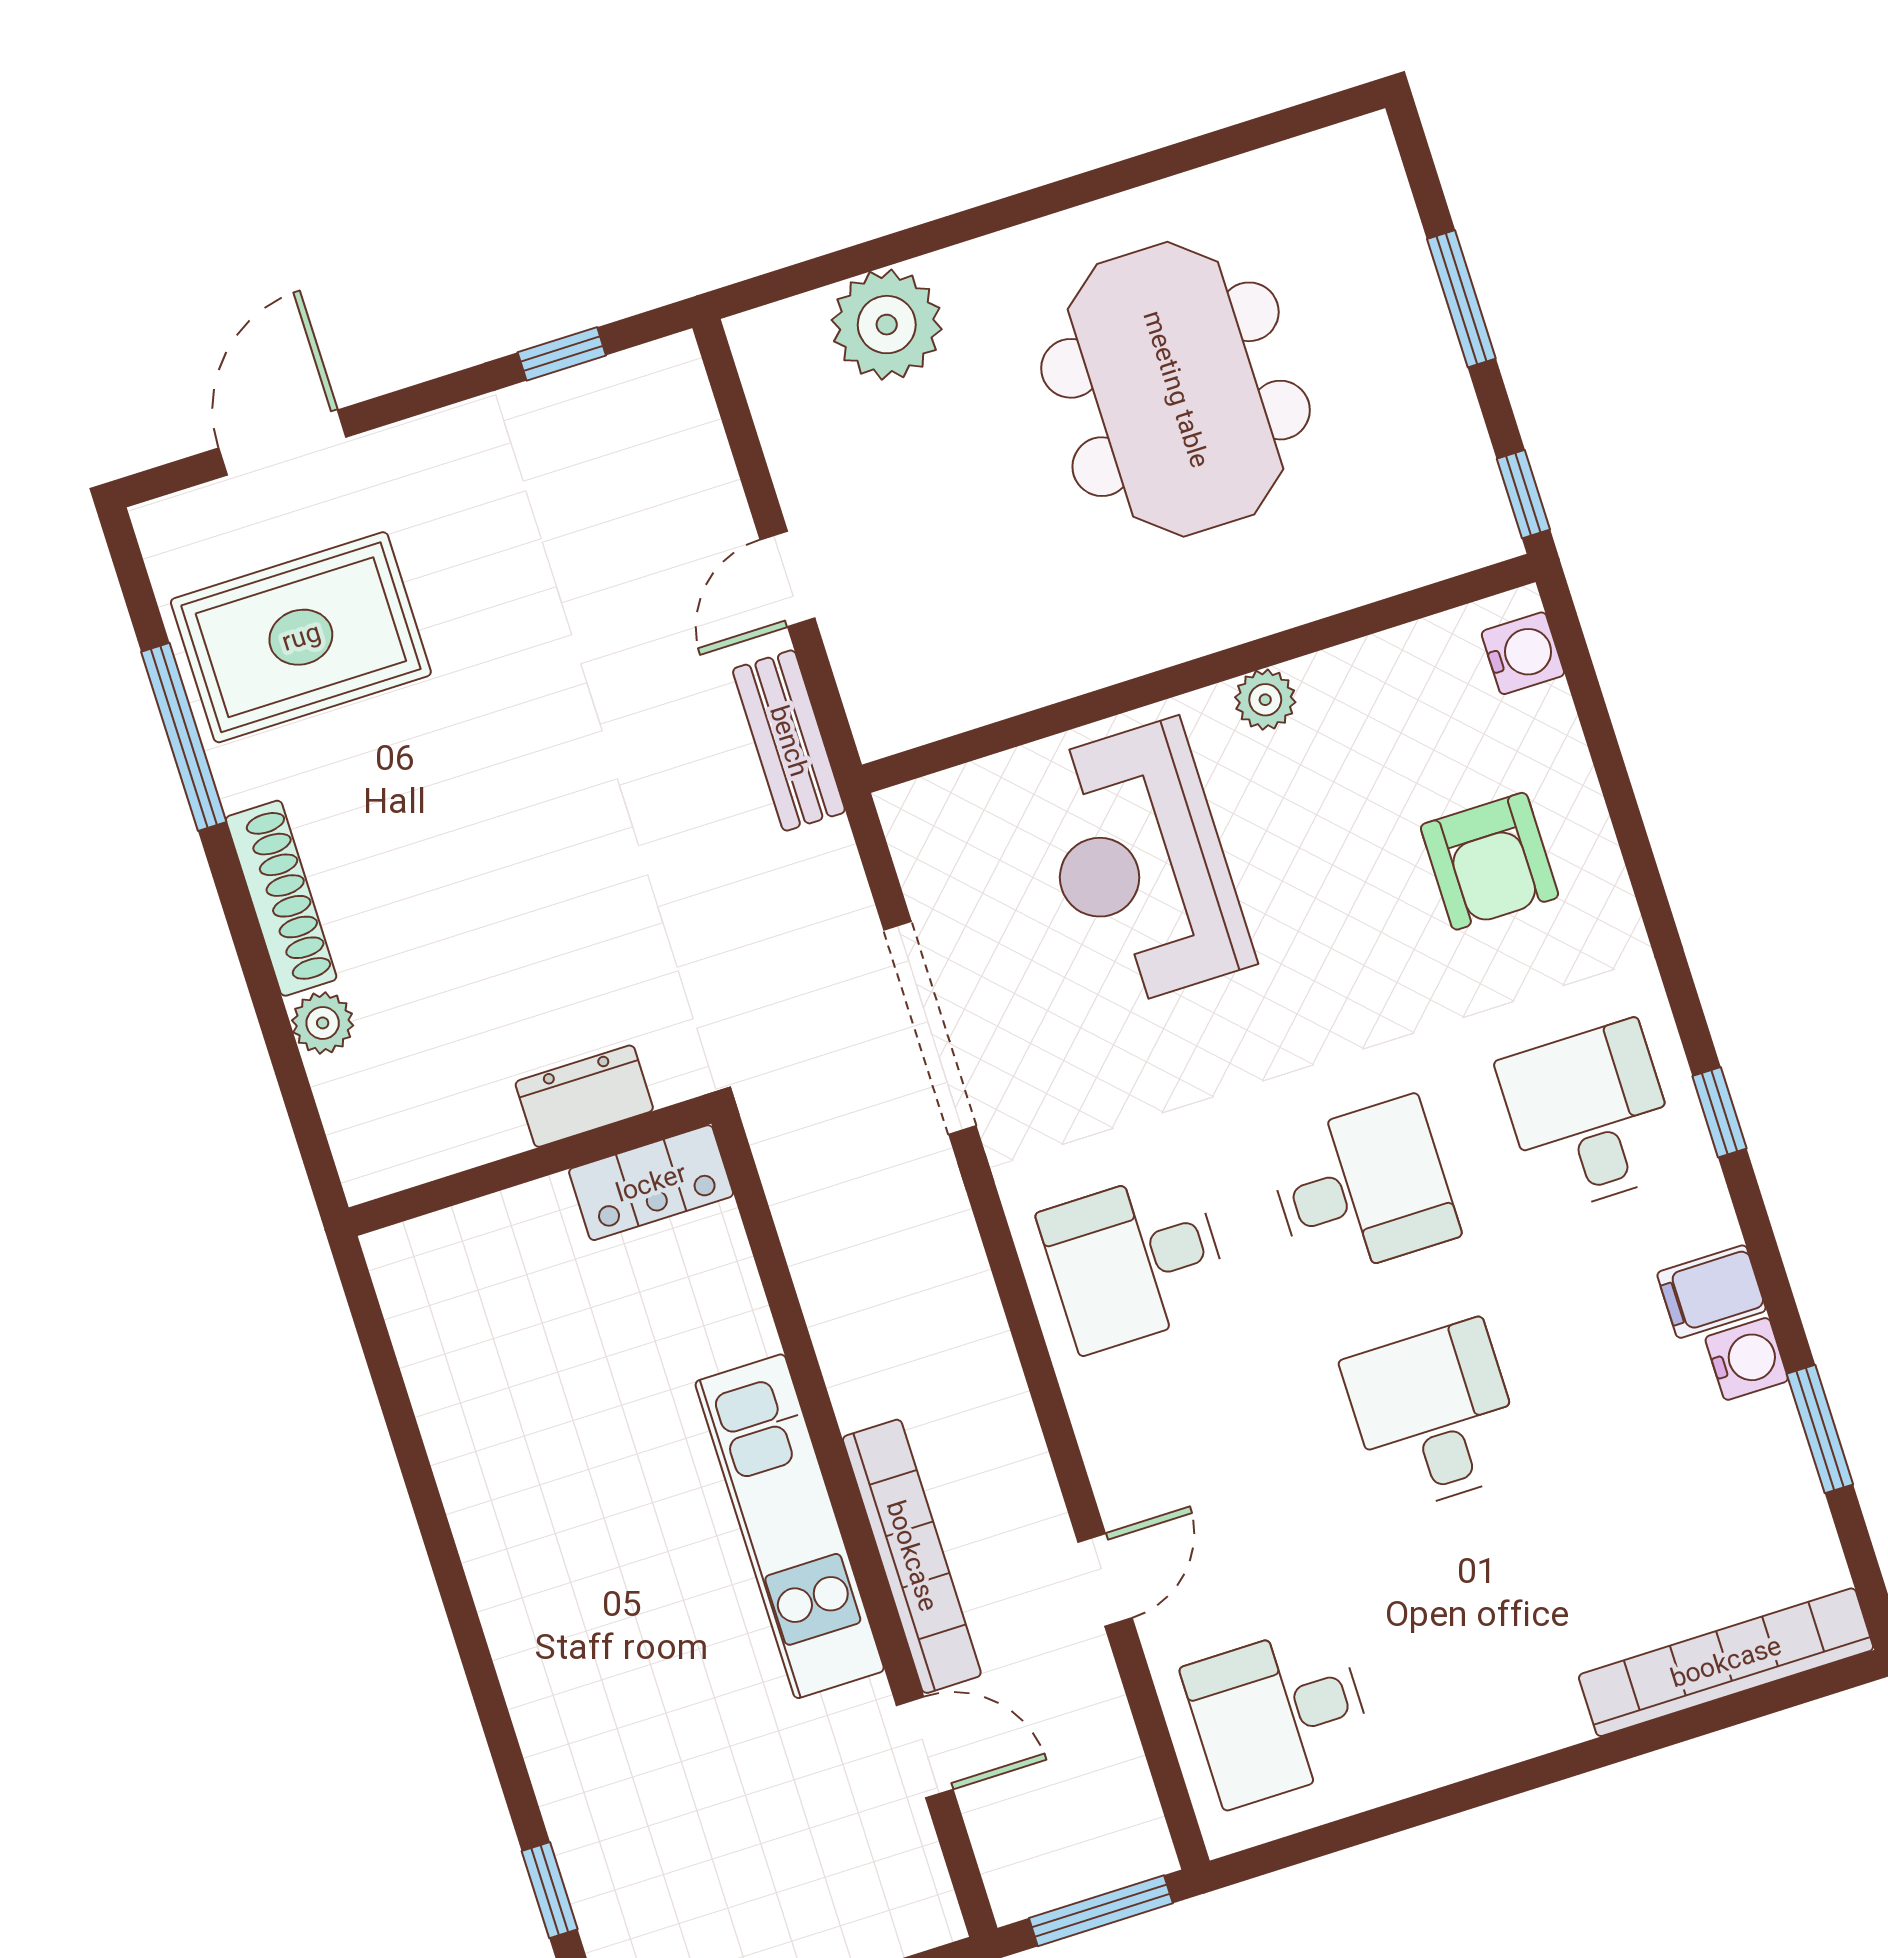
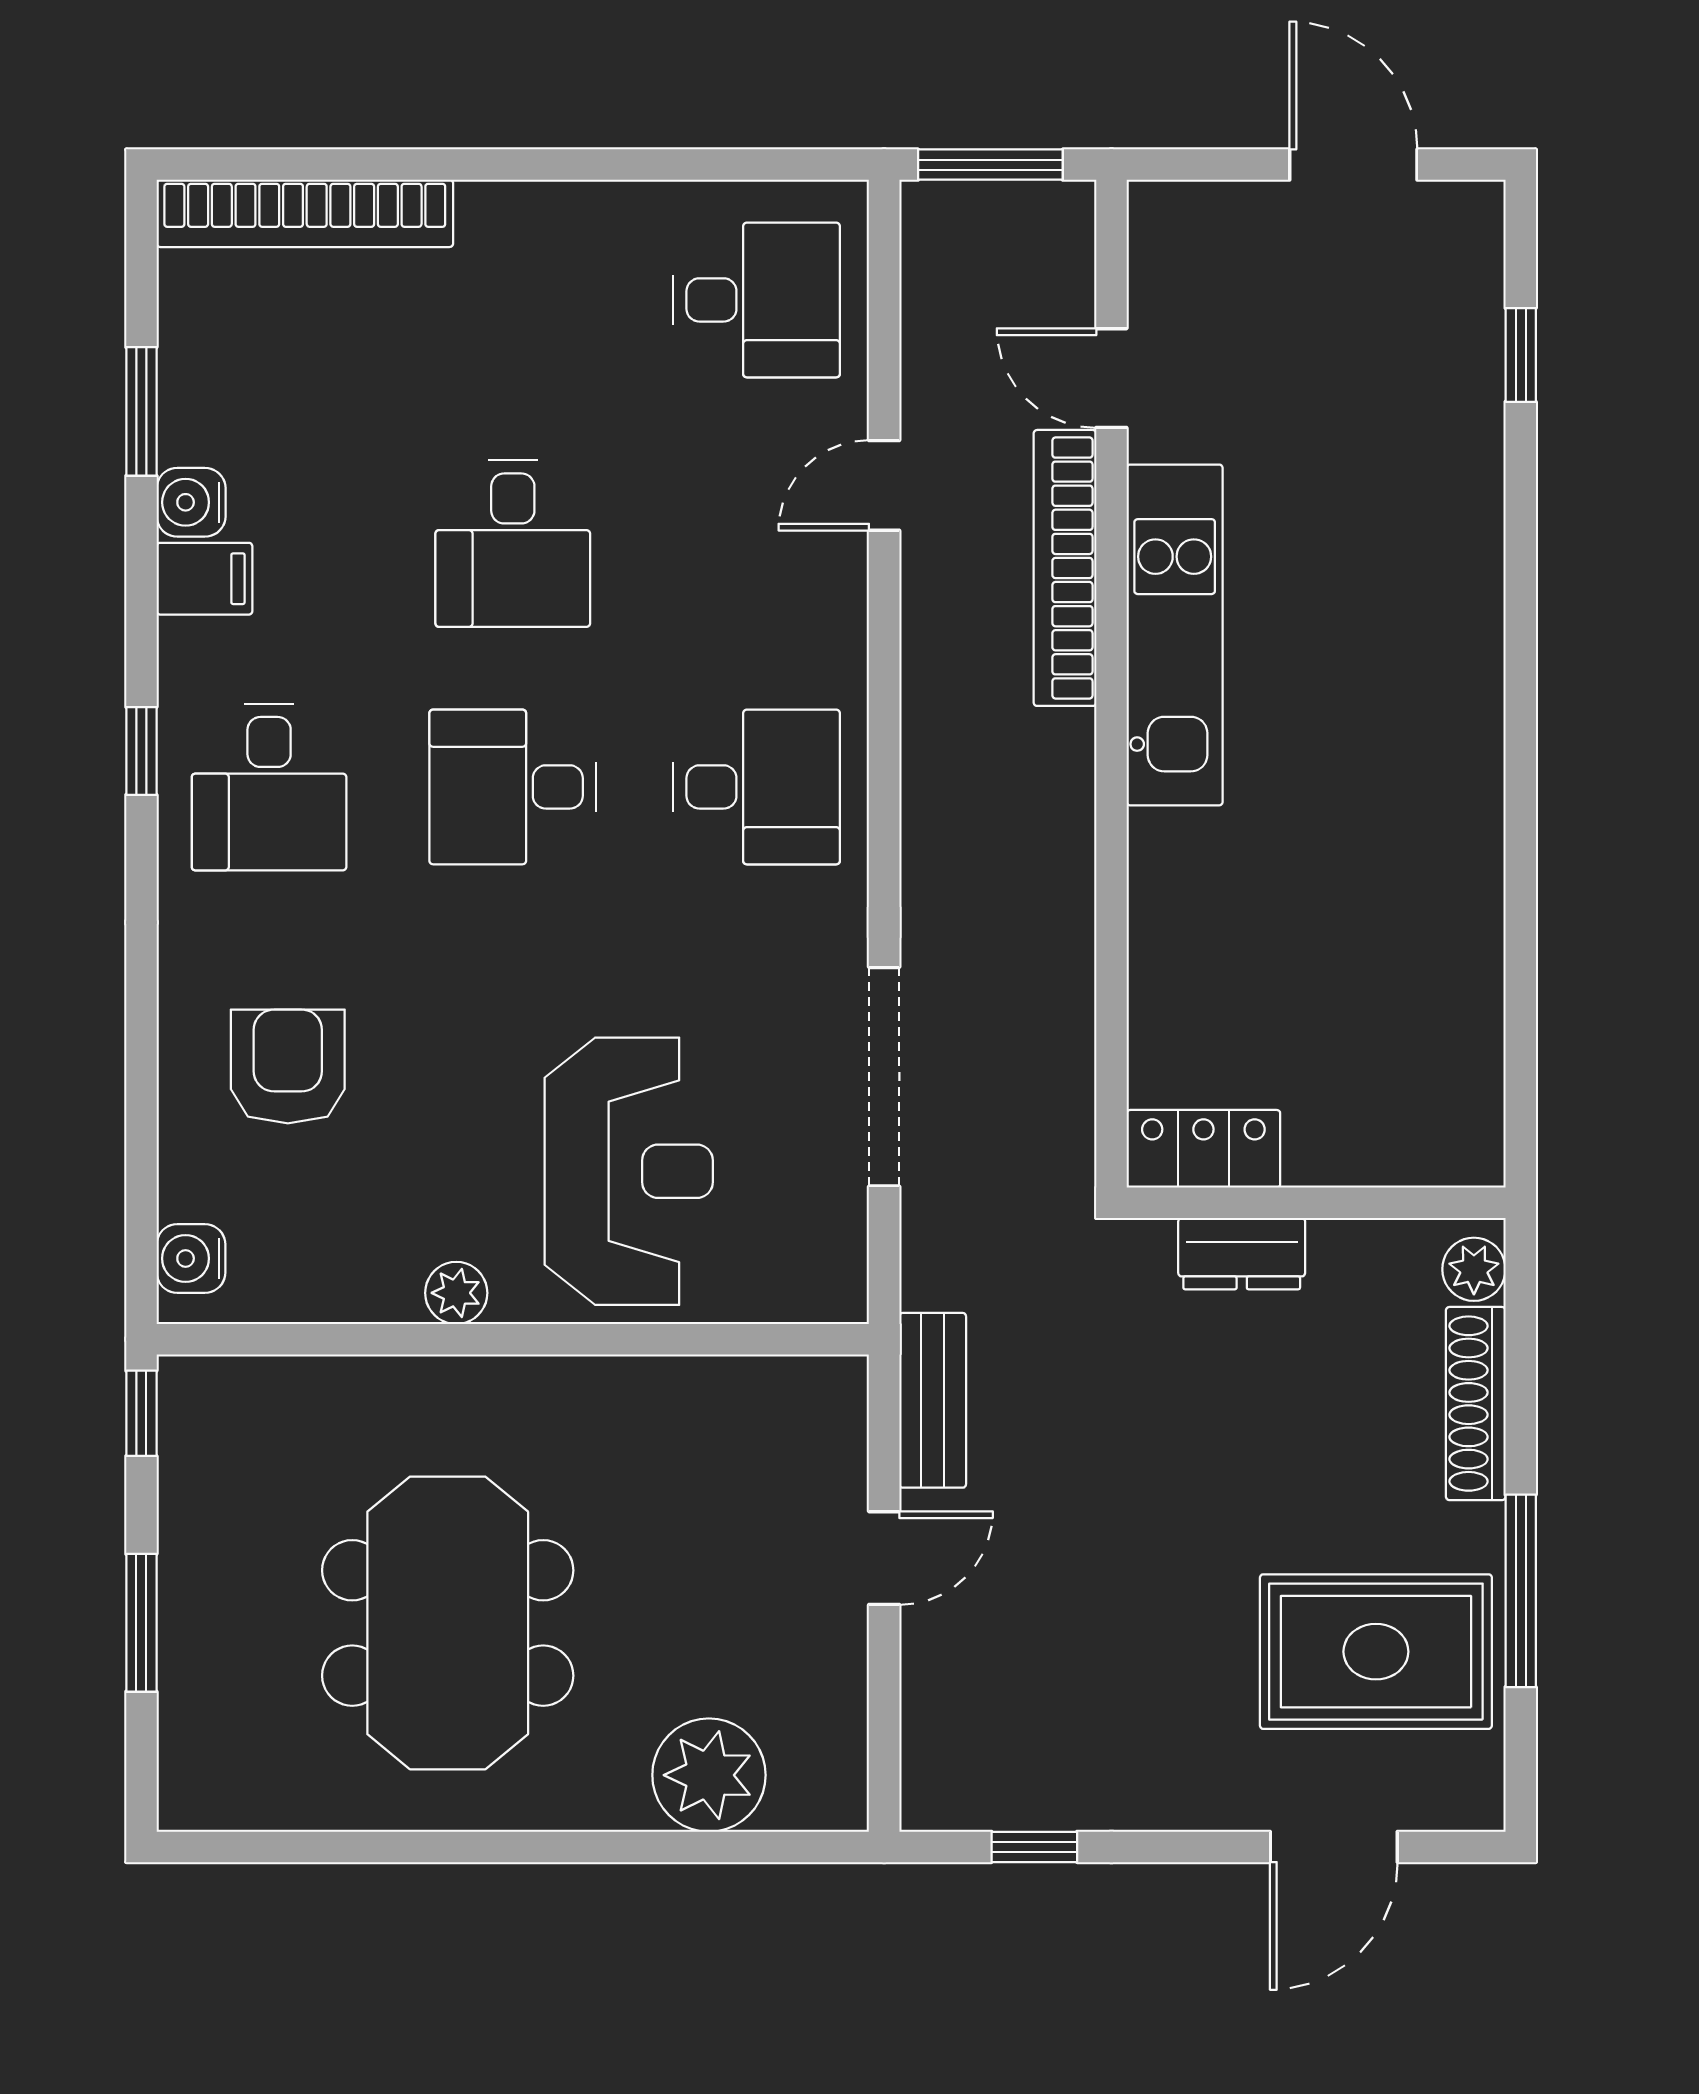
dresser: (584, 1096) -> (1242, 1254), moved
wall: (530, 1166) -> (1316, 1203), moved
locker: (651, 1183) -> (1203, 1149), moved

